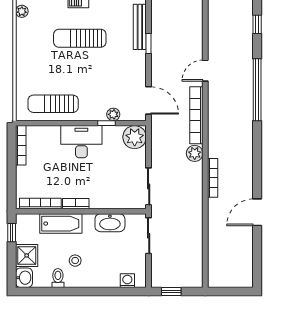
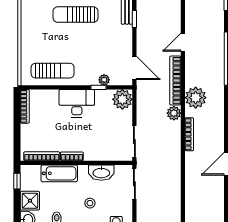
sun lounger: (53, 104) -> (53, 71), turned 180
plant: (220, 135) -> (196, 98), added
stool: (75, 261) -> (90, 203), moved

